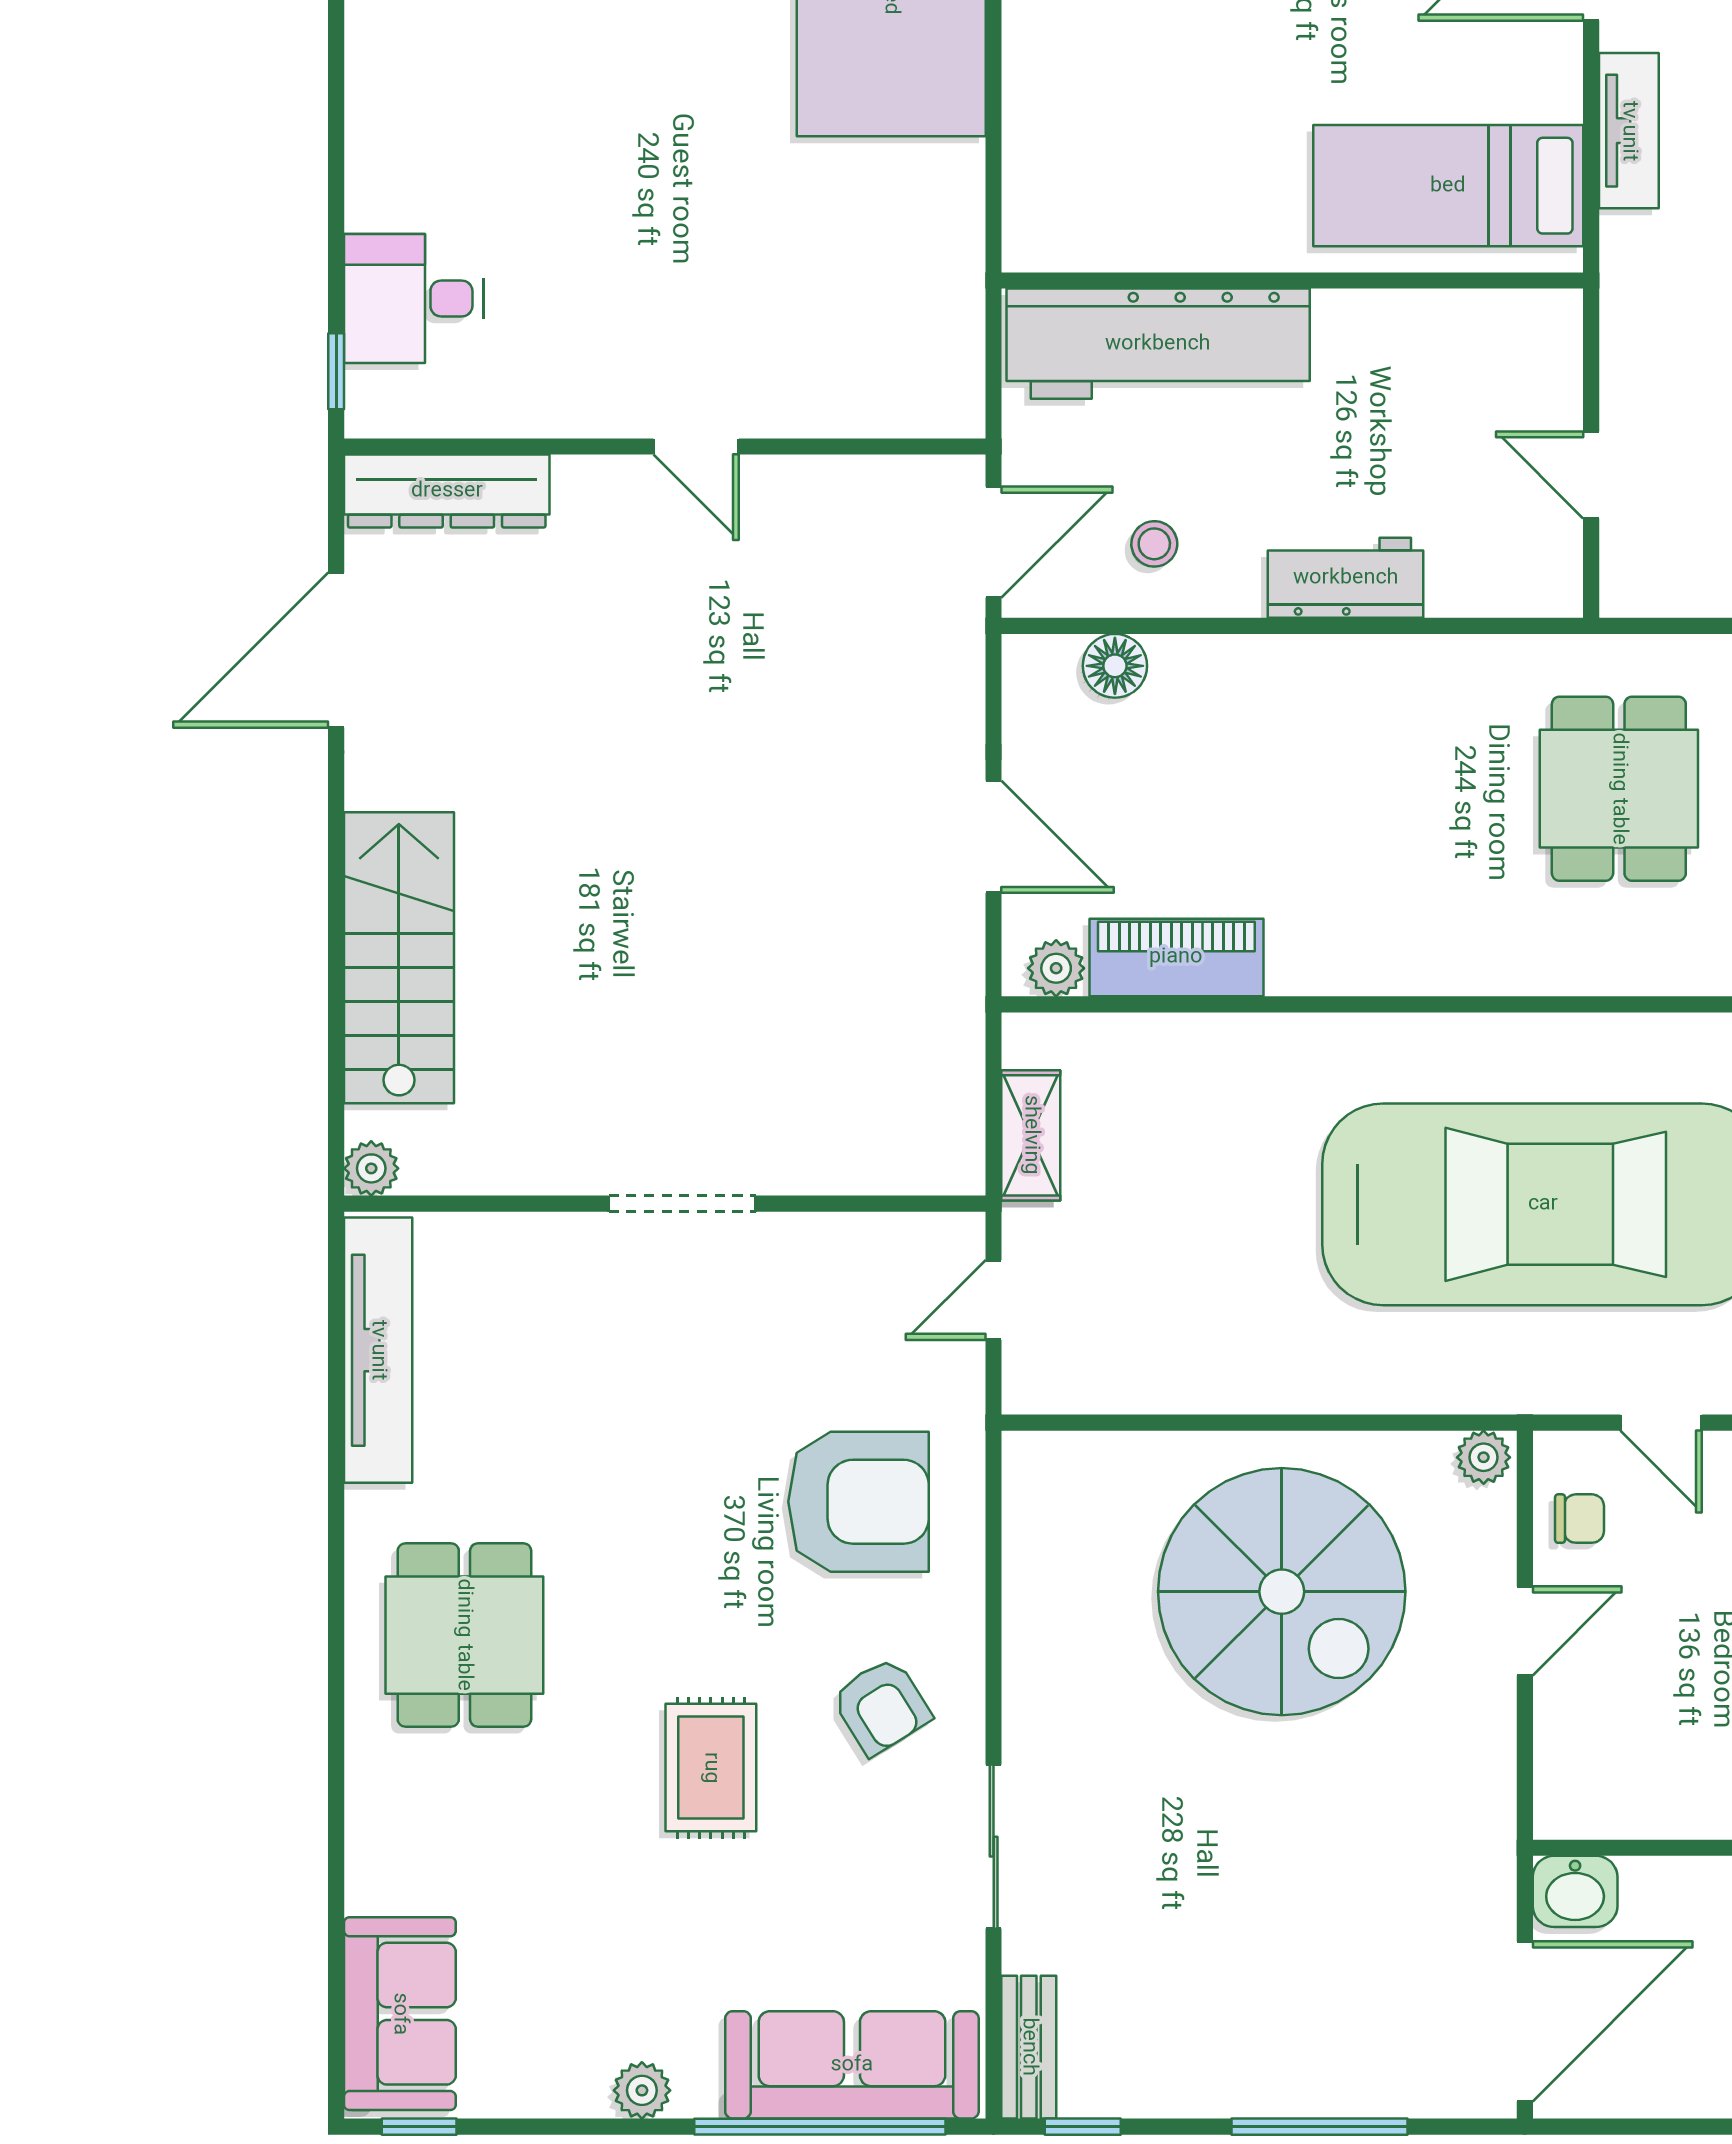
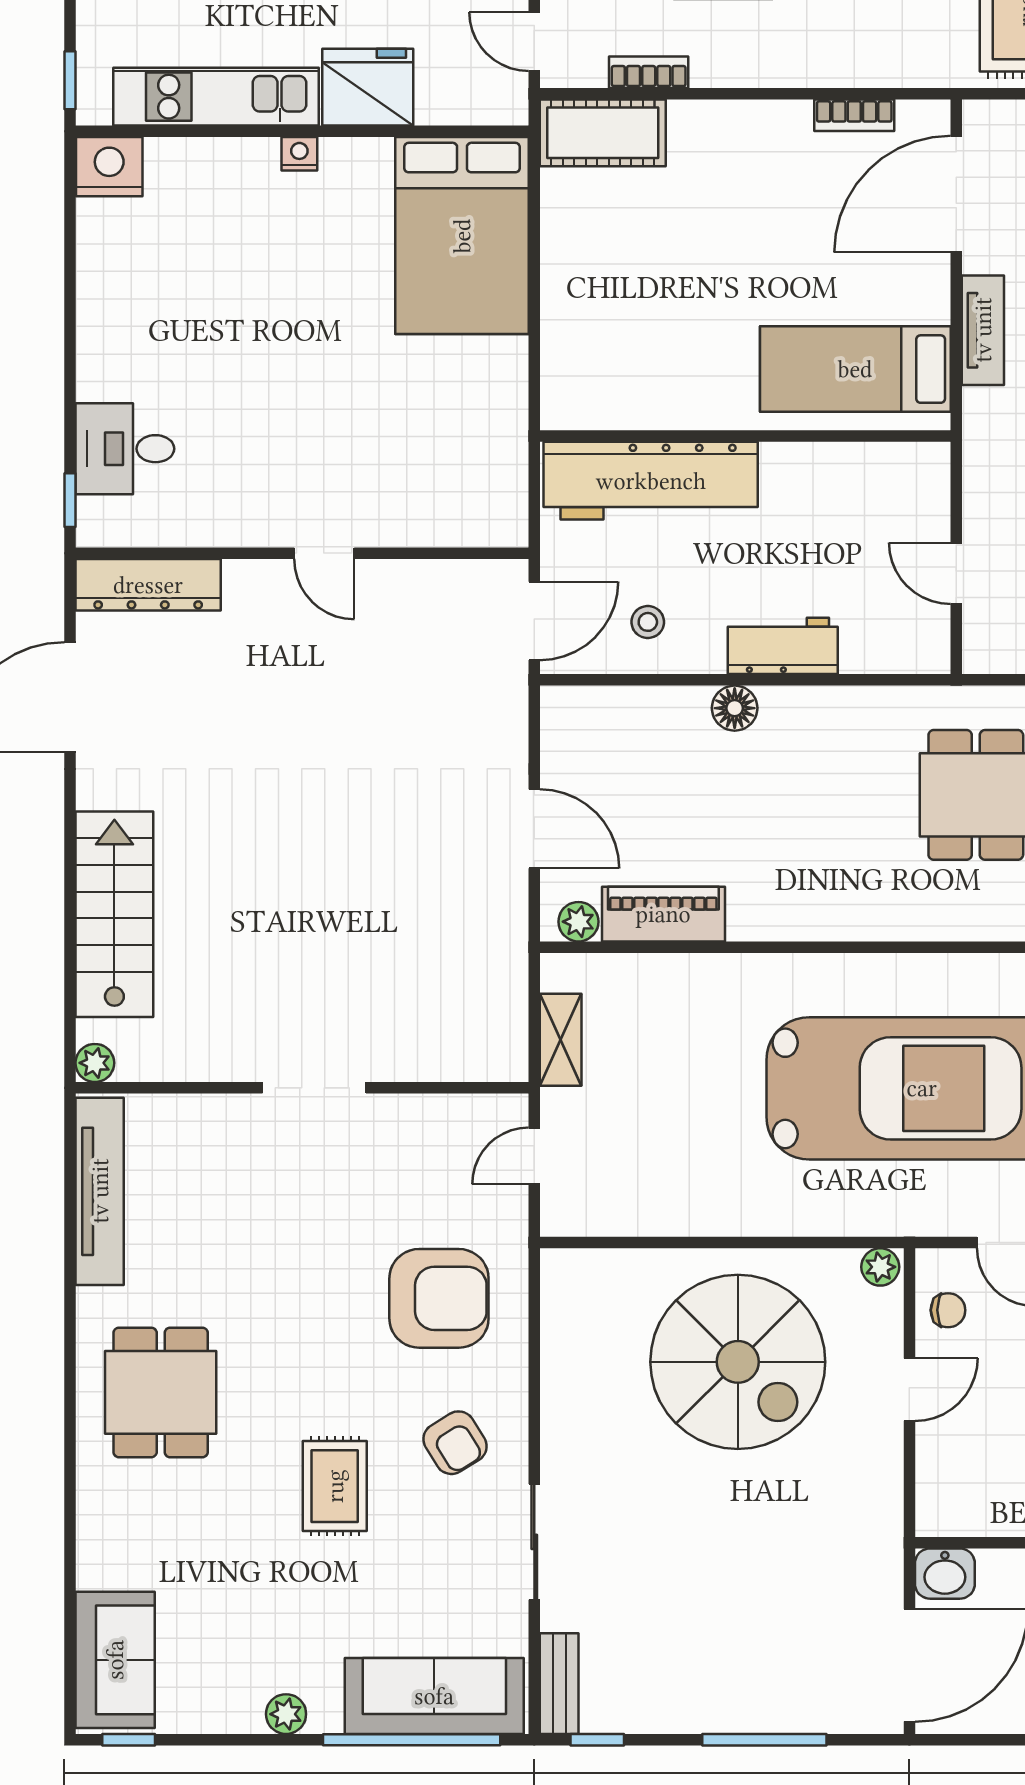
floor lamp: (1115, 666) -> (735, 708), moved

